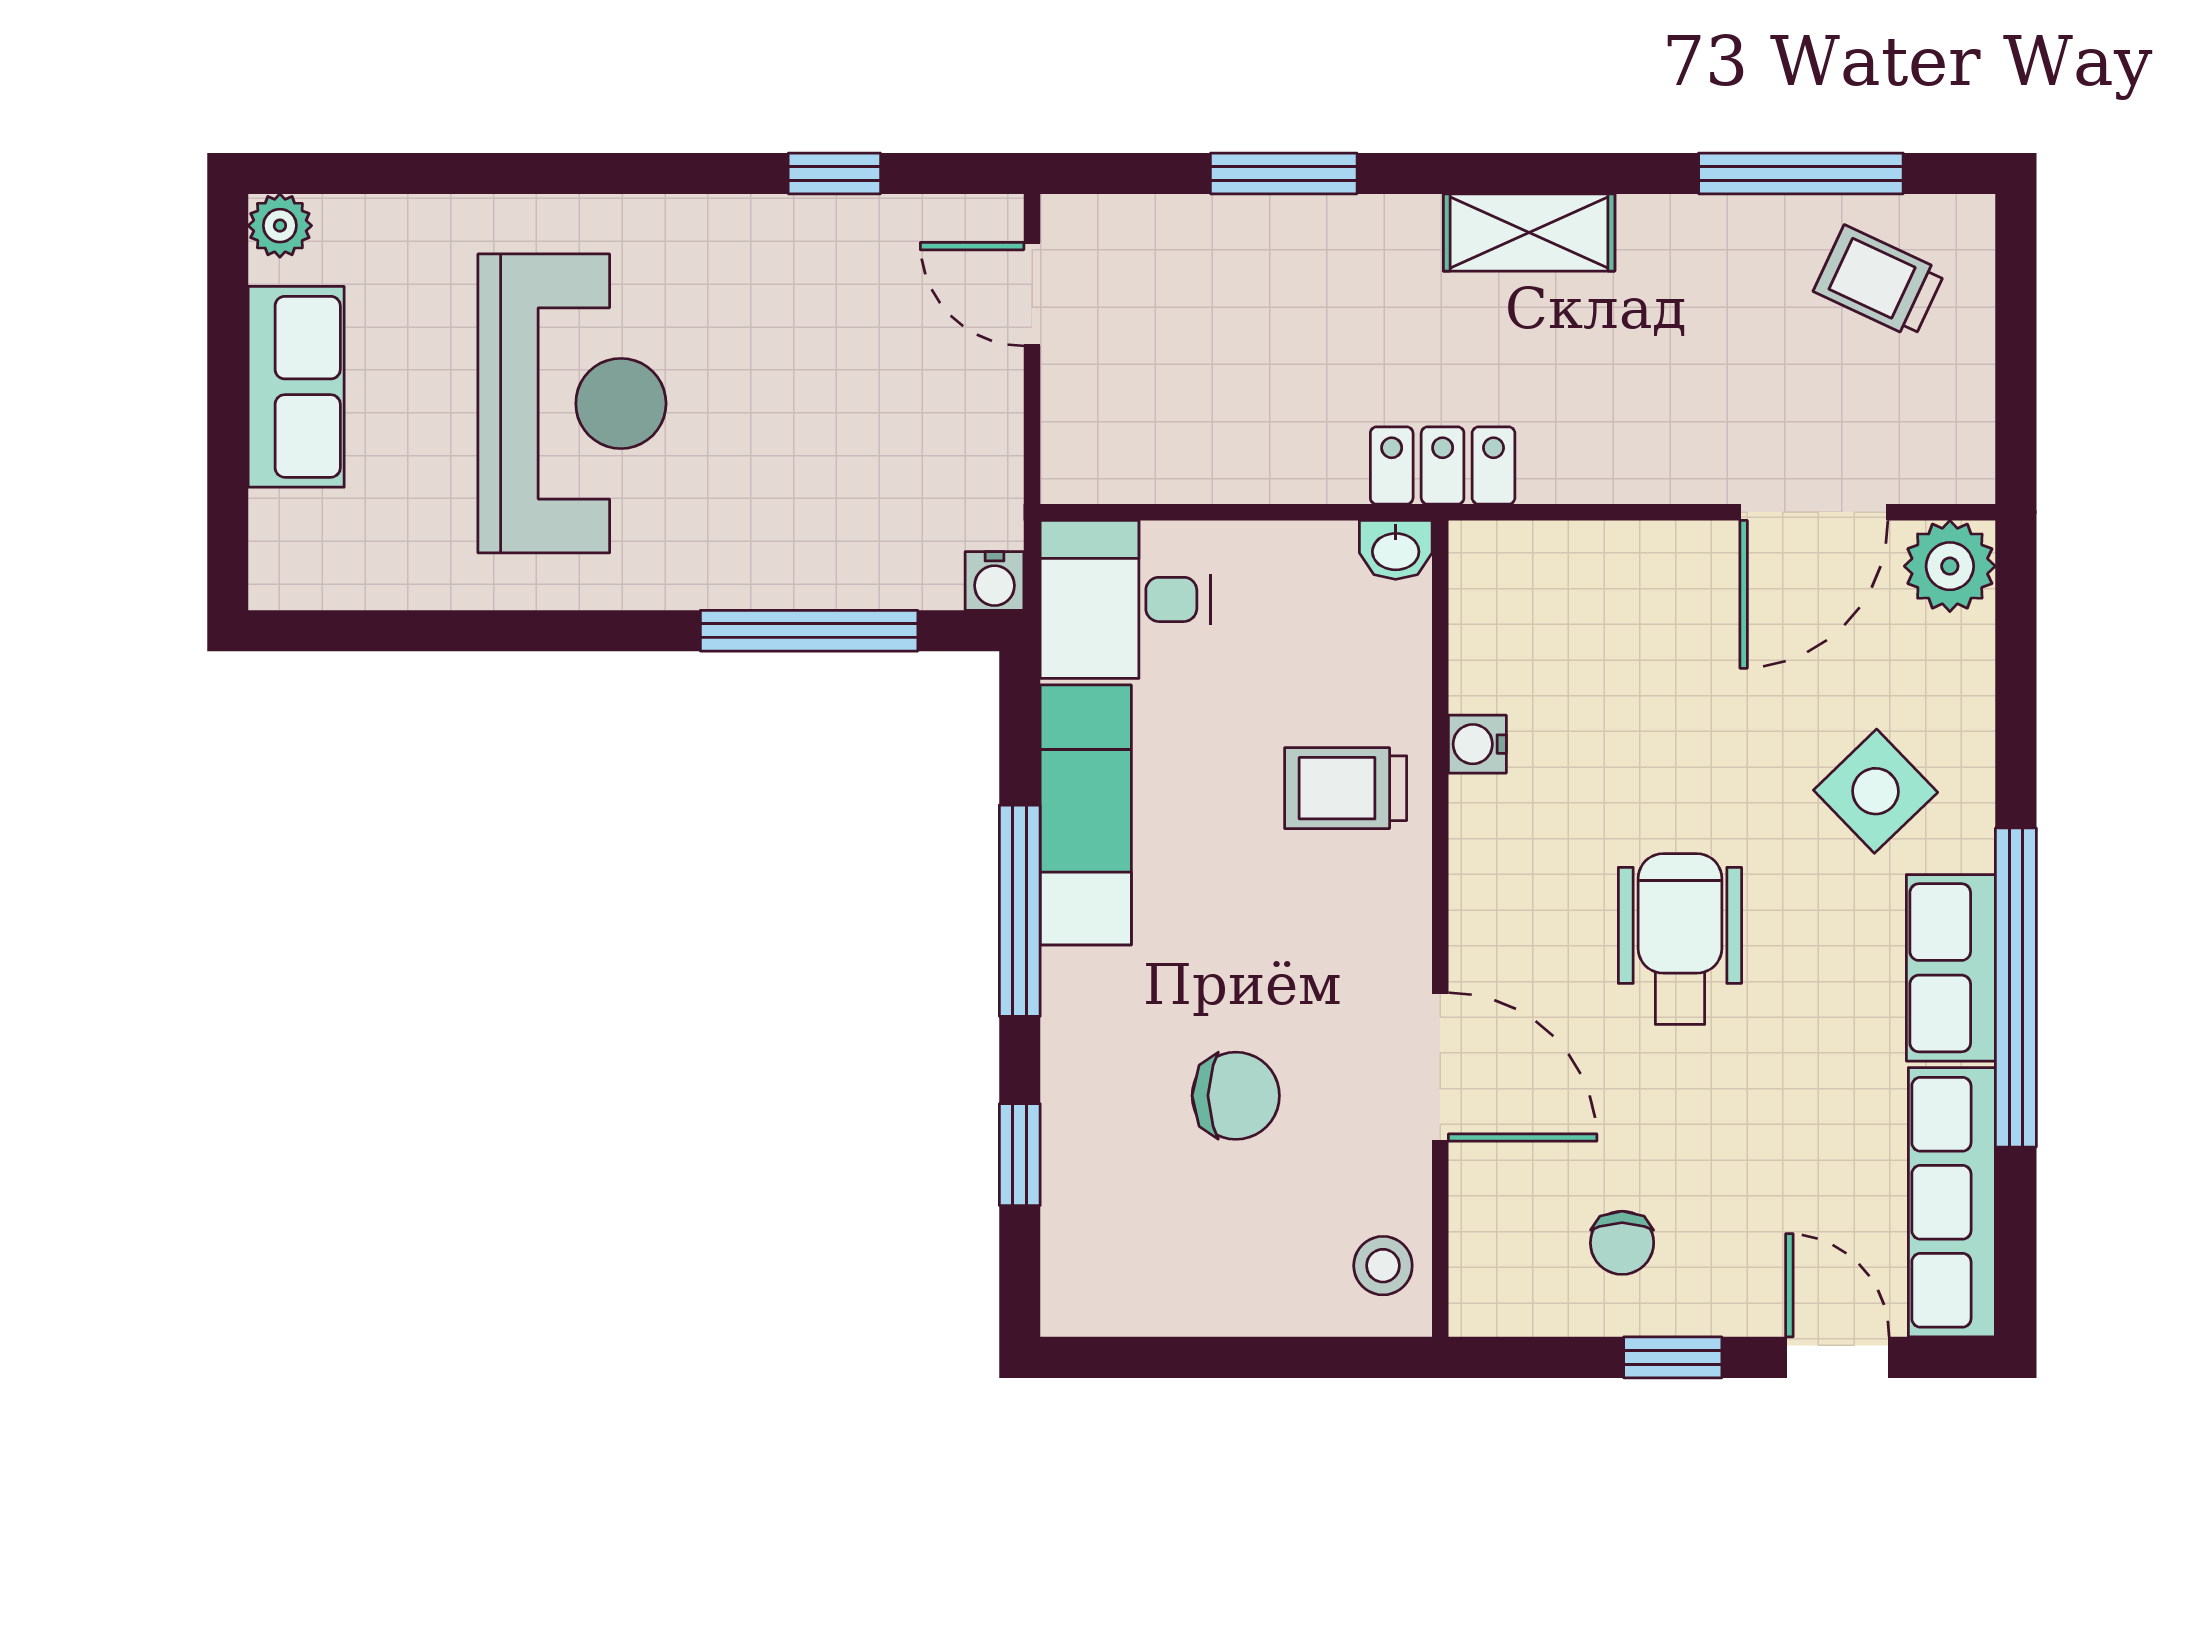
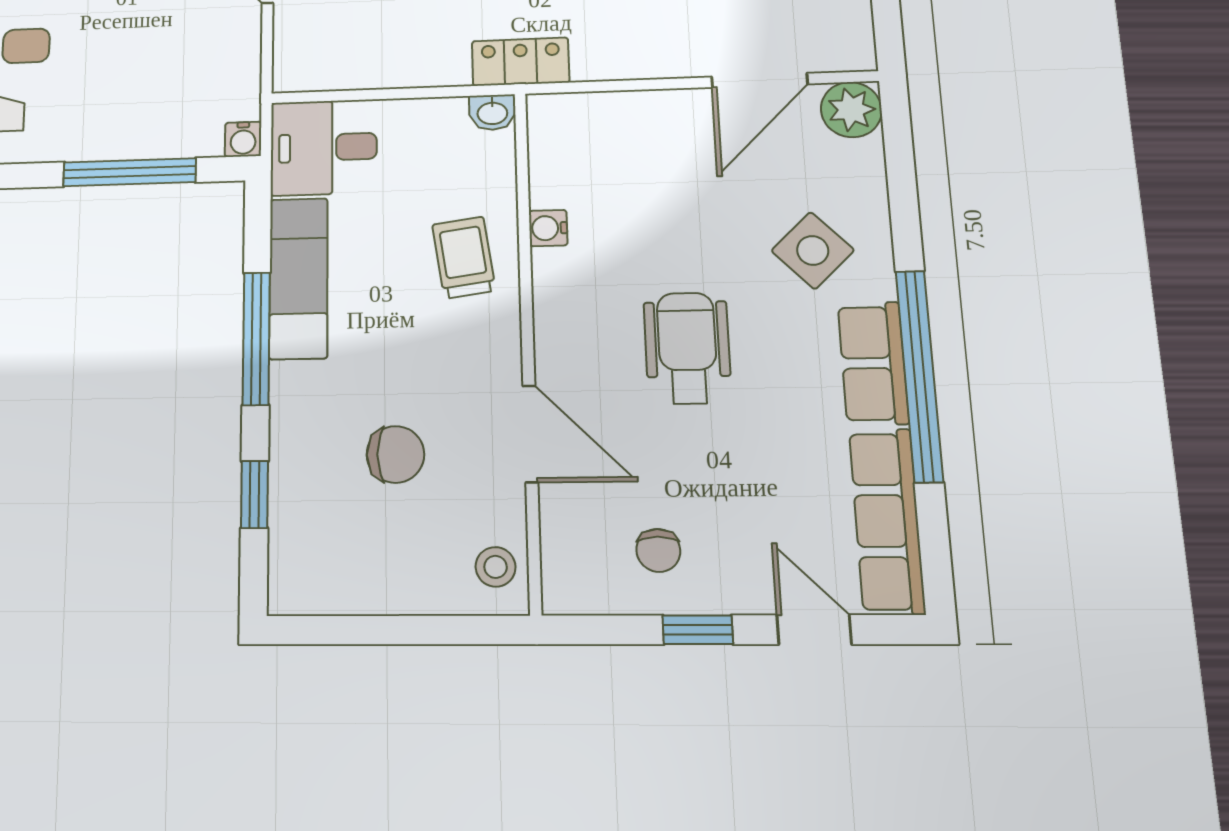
trolley: (1346, 788) -> (464, 257), turned 82

